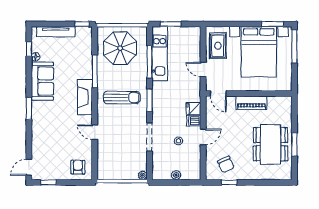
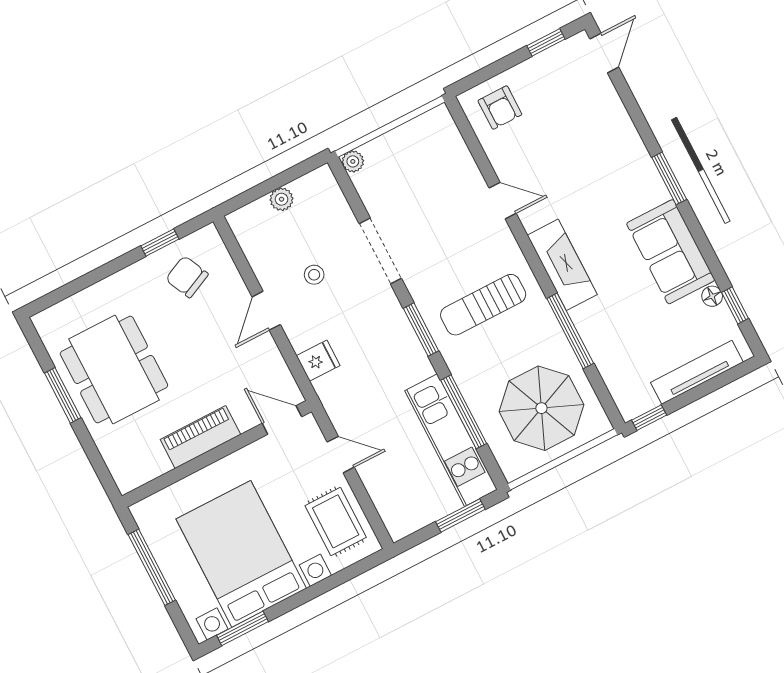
window: (294, 46) -> (152, 567), moved
dishwasher: (194, 121) -> (304, 335), removed

